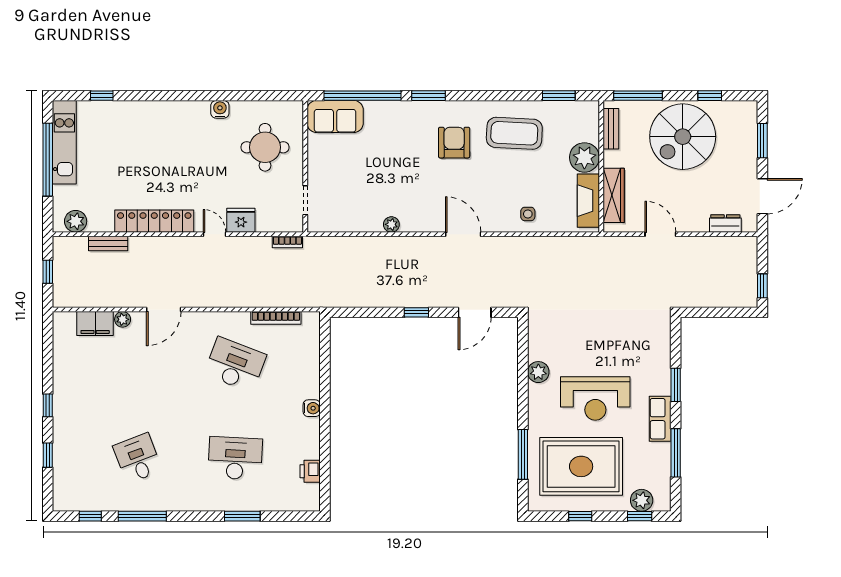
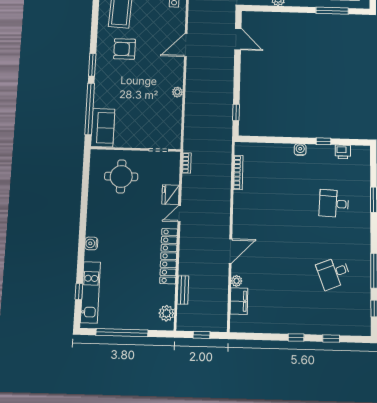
water cooler: (220, 109) -> (91, 243), moved
kitchen unit: (64, 142) -> (90, 292), moved, turned 90
door: (164, 310) -> (230, 251), hinge flipped
window: (416, 312) -> (236, 112), moved
desk: (235, 365) -> (270, 202), removed
window: (325, 443) -> (323, 141), added
desk: (235, 458) -> (334, 204), width x0.73

